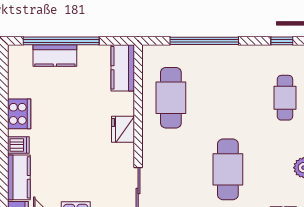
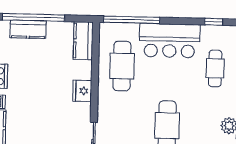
window: (204, 41) -> (132, 20), moved
bar counter: (228, 65) -> (169, 41), added

